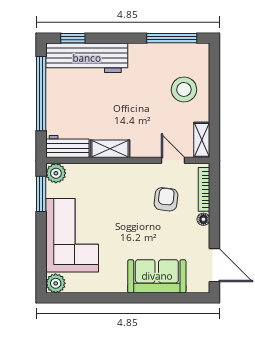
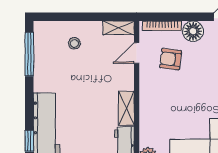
stool: (184, 89) -> (74, 43), width x0.53, depth x0.53
floor lamp: (203, 219) -> (193, 31), width x1.89, depth x1.89

